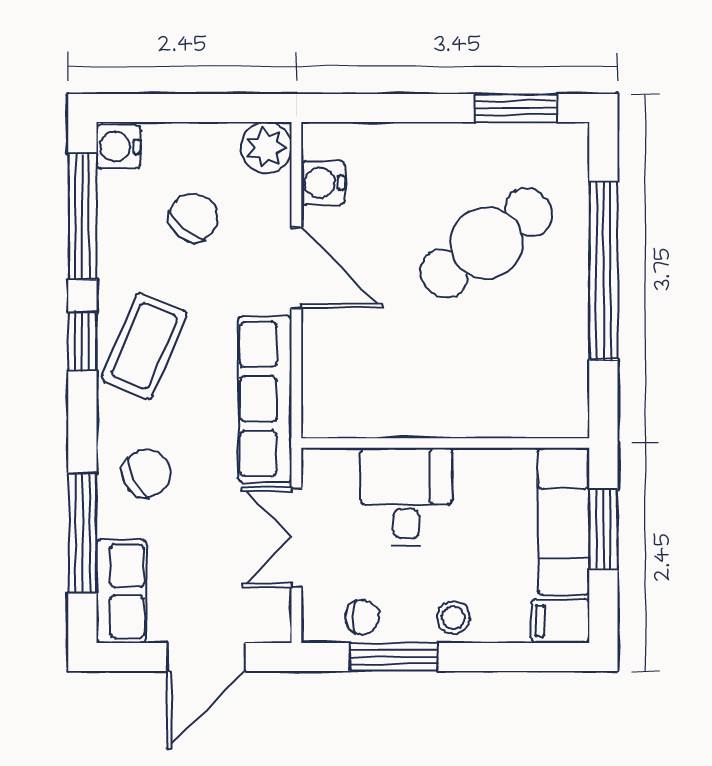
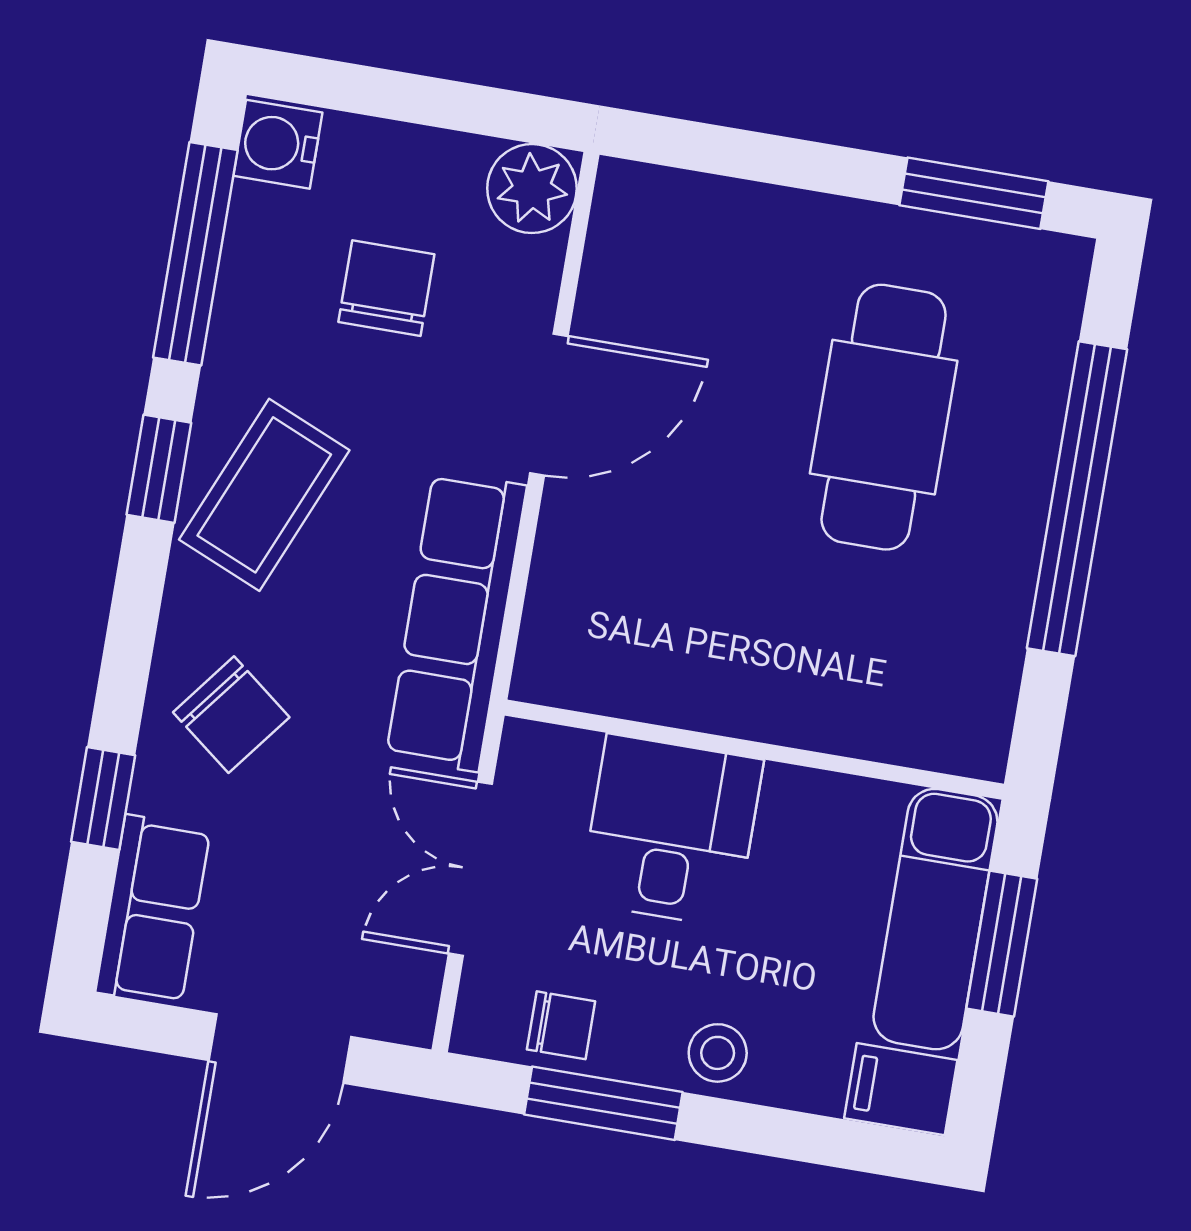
water cooler: (323, 183) -> (620, 266), removed
chair: (193, 218) -> (386, 288), turned -40
cafe table: (486, 243) -> (884, 417), turned -54
door: (296, 268) -> (549, 405), hinge flipped
chair: (147, 473) -> (231, 715), turned 65
window: (82, 533) -> (103, 799), width x0.46

